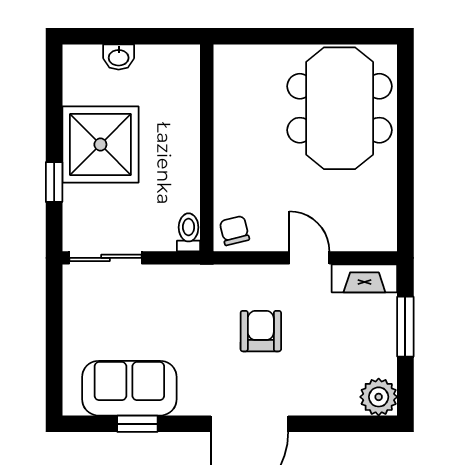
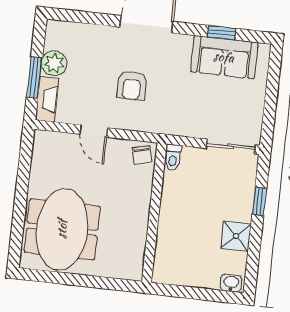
washbasin: (119, 57) -> (231, 283), moved
shower: (100, 145) -> (236, 236), width x0.54, depth x0.54
fireplace: (364, 278) -> (47, 99), moved, turned 90
plant: (379, 397) -> (54, 63), moved

